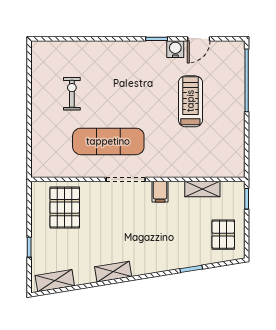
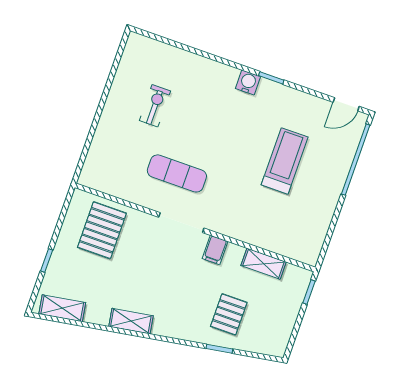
door: (199, 39) -> (346, 104), moved
water cooler: (175, 49) -> (248, 82), moved
exercise mat: (108, 141) -> (177, 173), width x0.73, depth x0.69
pallet: (223, 235) -> (229, 314), moved

